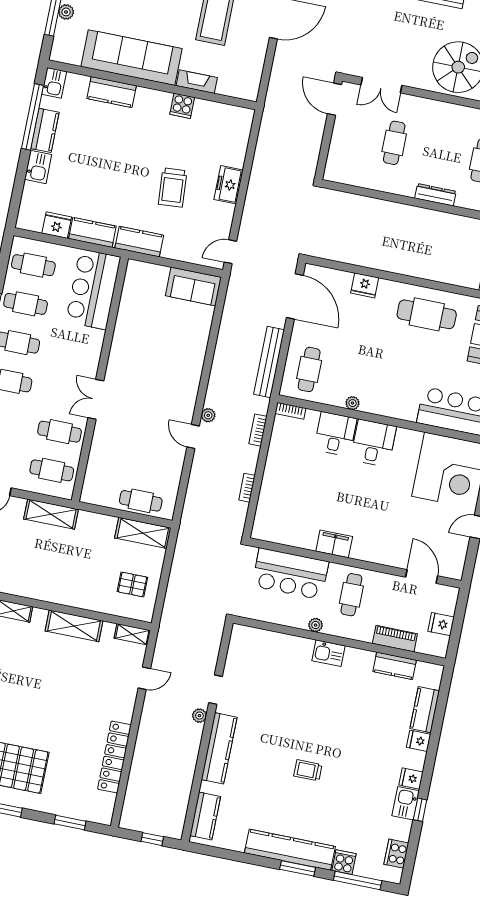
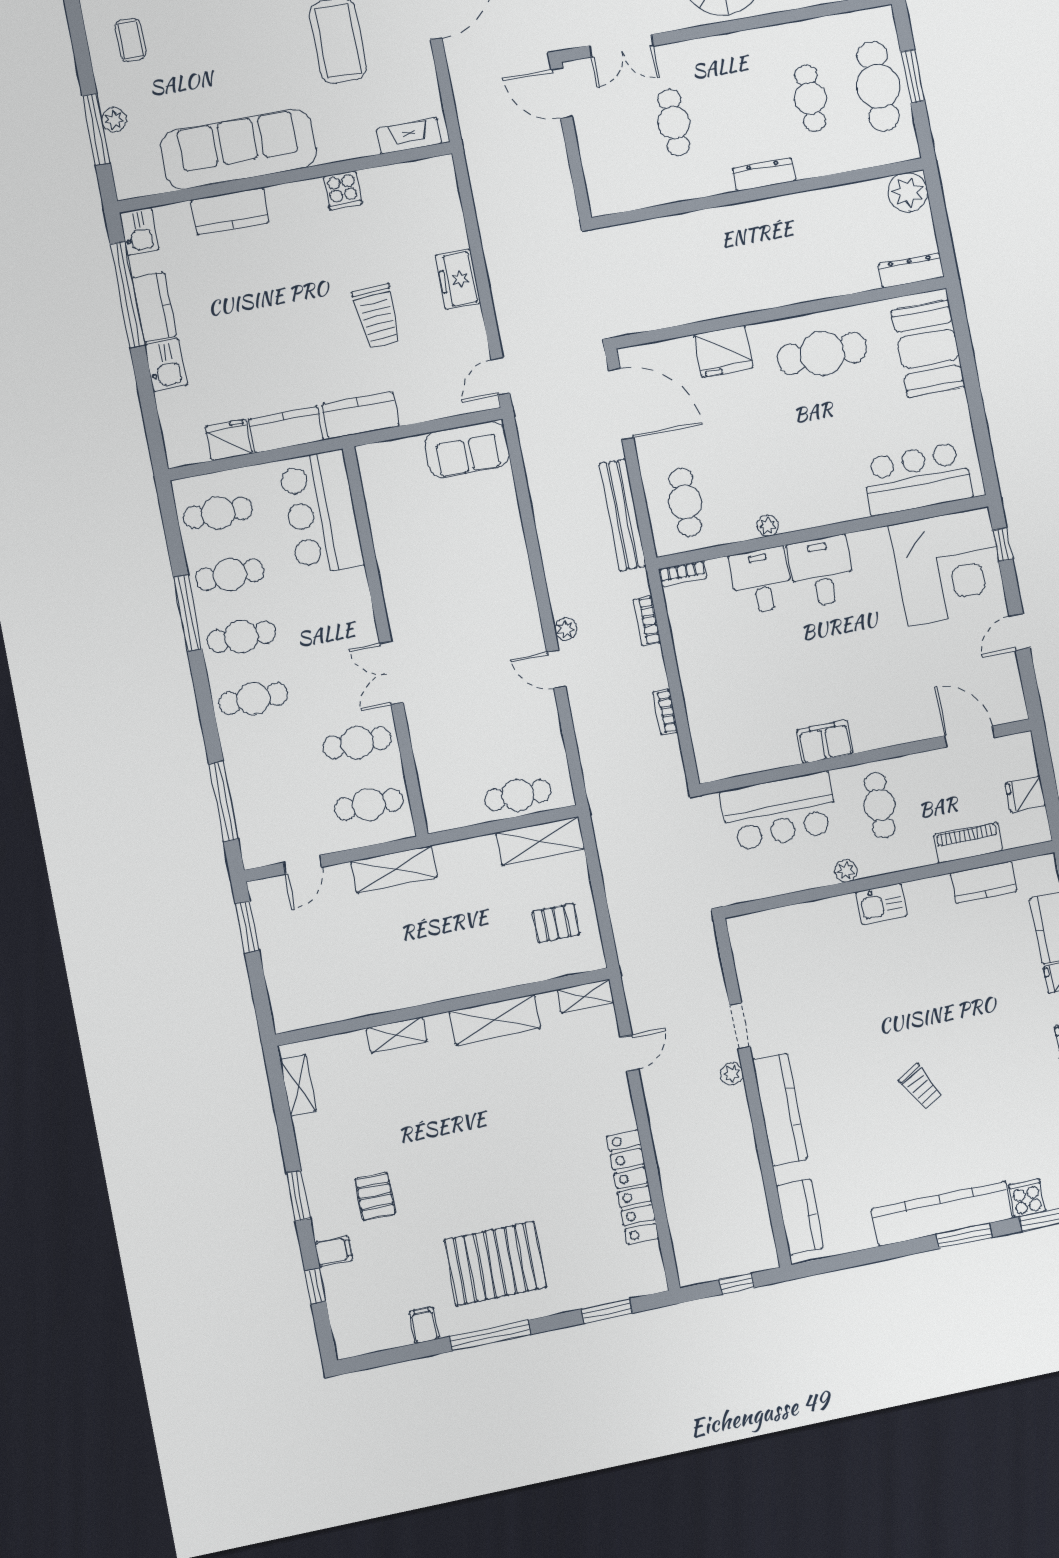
fireplace: (197, 82) -> (409, 136), moved
fridge: (365, 285) -> (723, 351), width x1.36, depth x1.34
trolley: (308, 770) -> (921, 1087), turned -120

